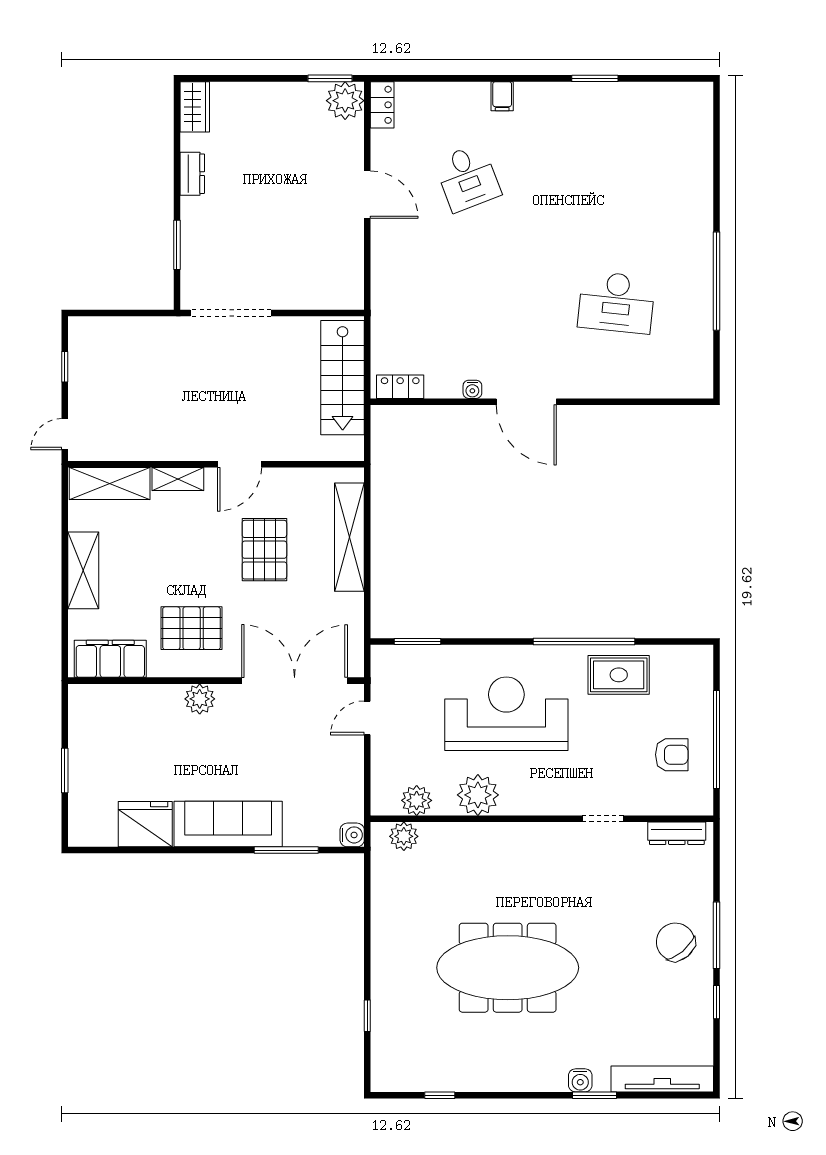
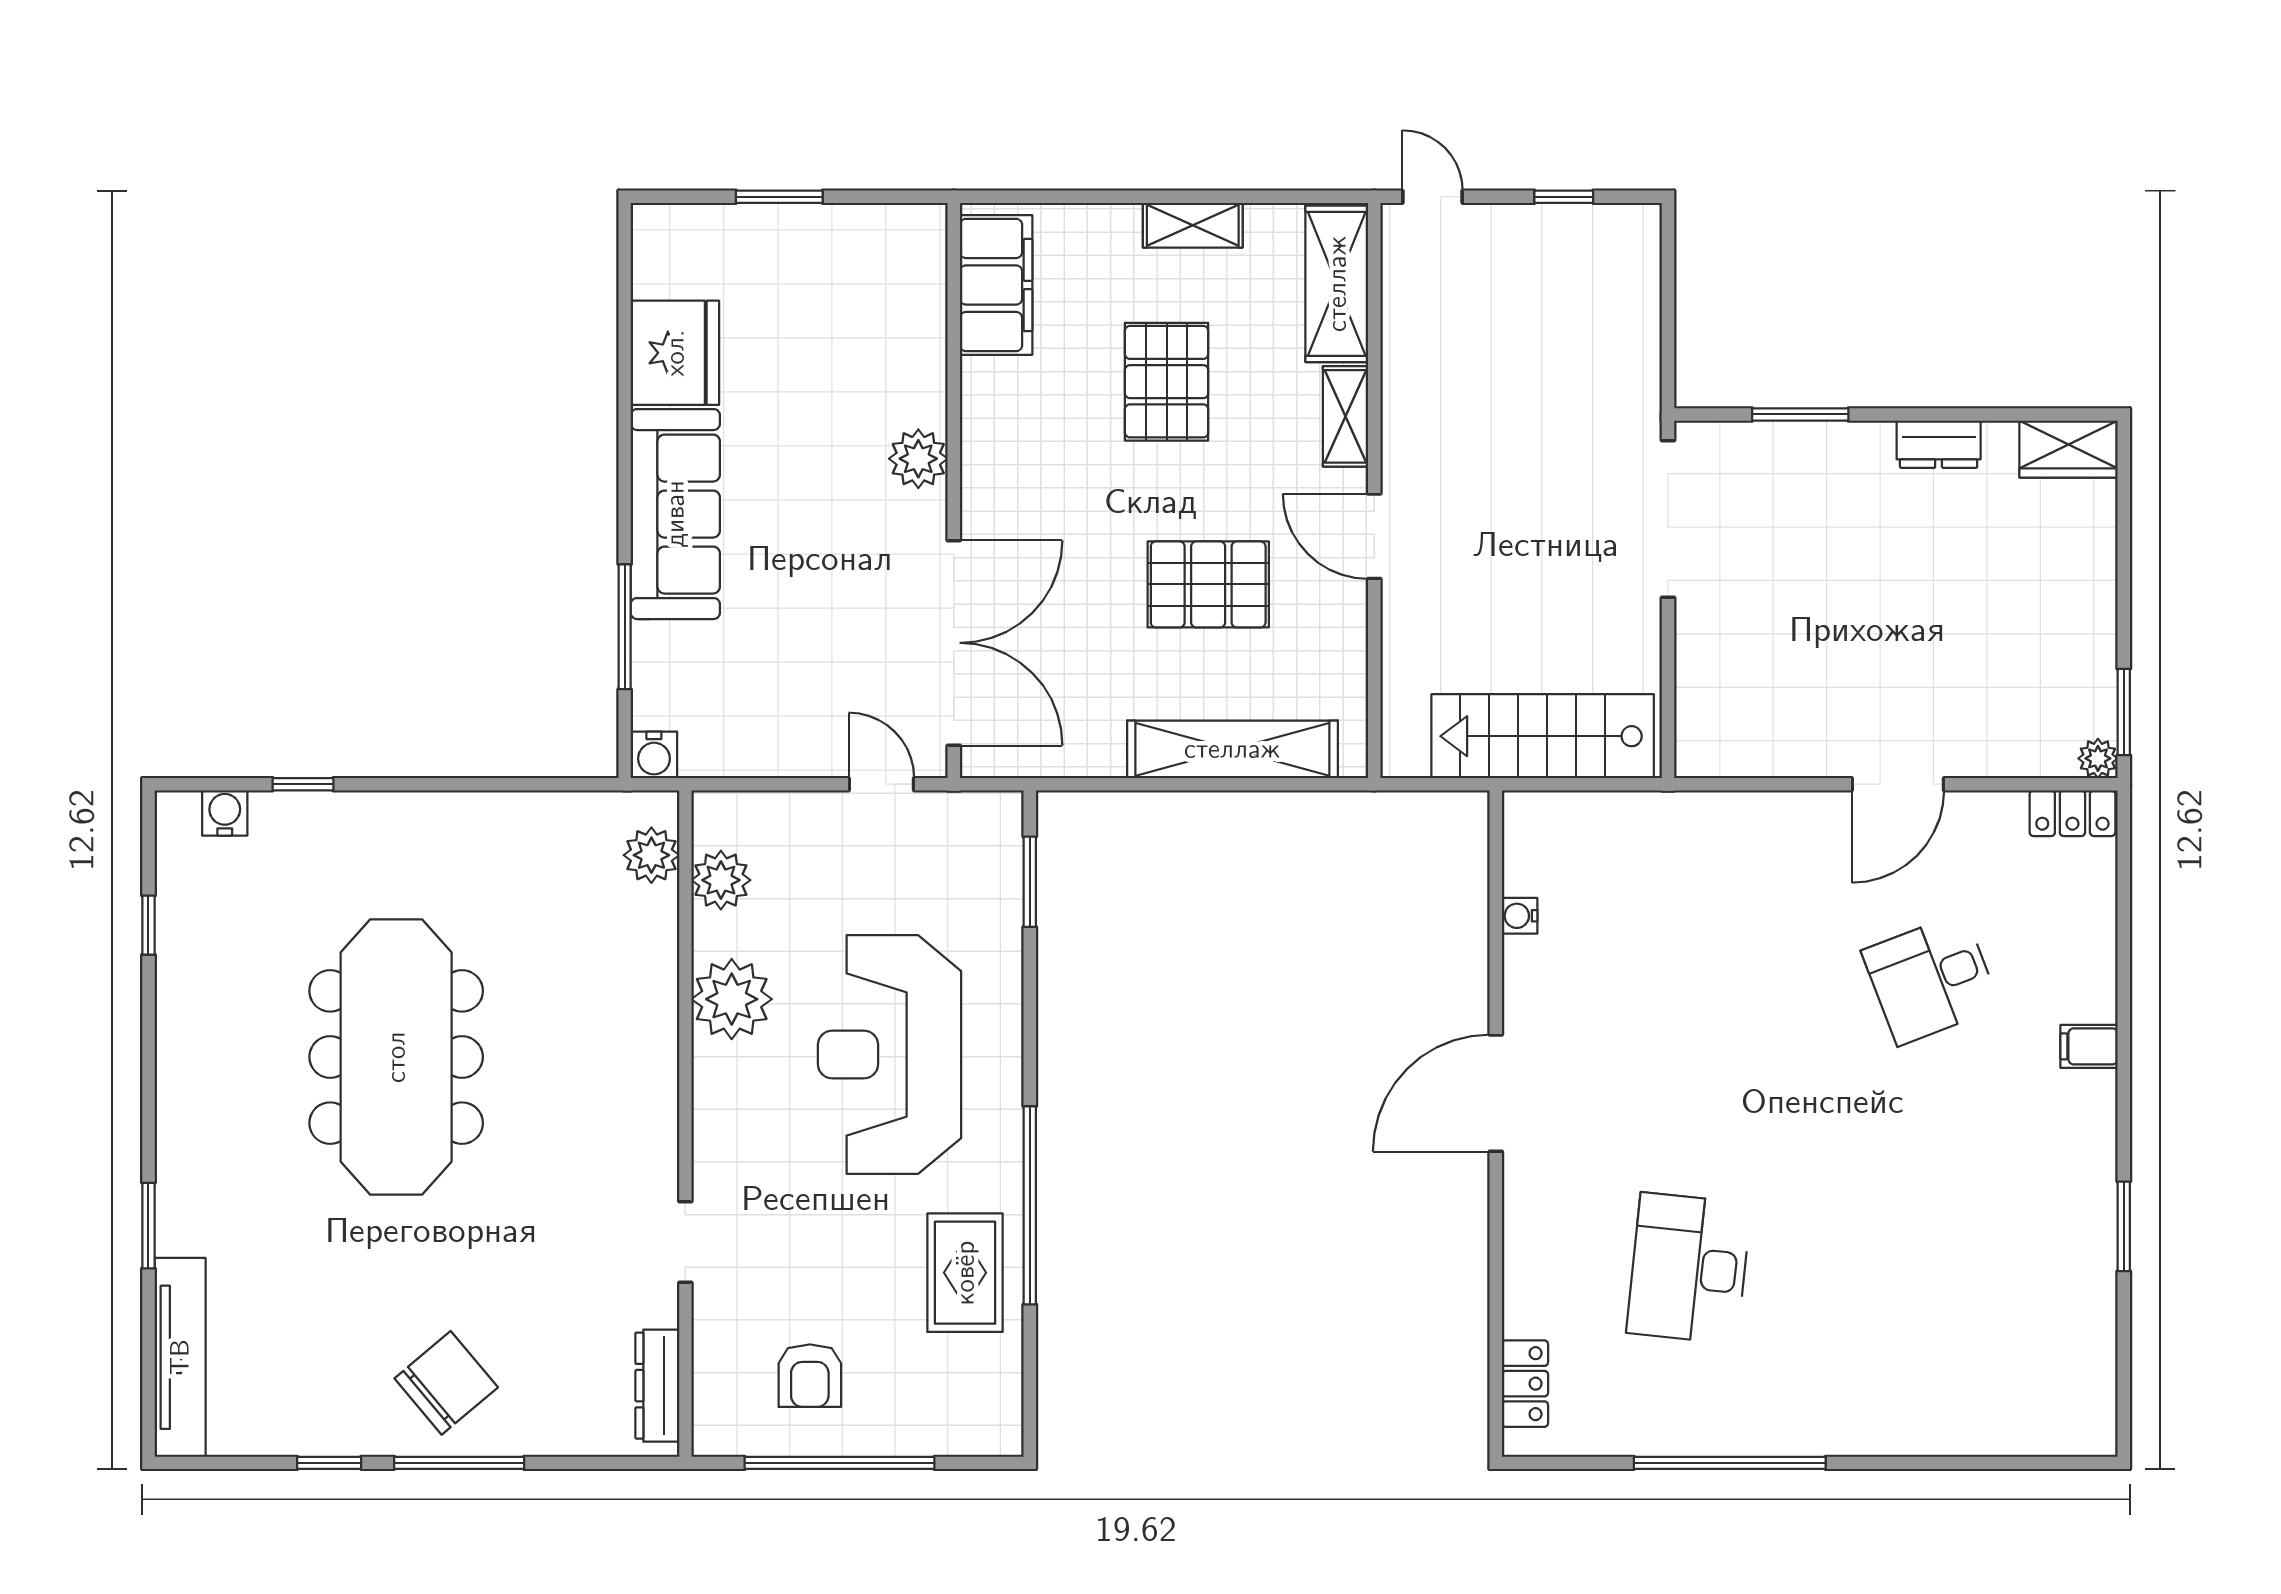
plant: (345, 101) -> (2098, 758), width x0.53, depth x0.53
locker: (400, 387) -> (1525, 1384), moved
water cooler: (472, 389) -> (1520, 916), moved
shelving: (83, 570) -> (1193, 225), width x0.67, depth x0.75
pallet: (192, 628) -> (1167, 382), moved
reception desk: (506, 714) -> (890, 1055), turned 180
water cooler: (580, 1080) -> (225, 813), moved, turned 90

